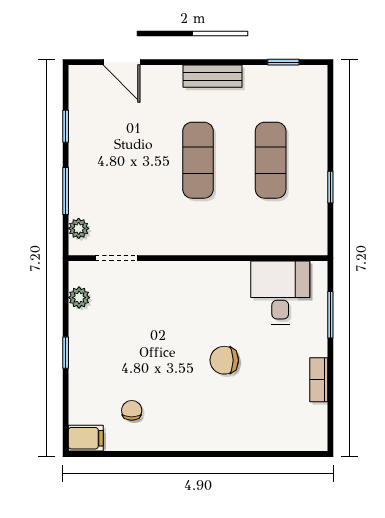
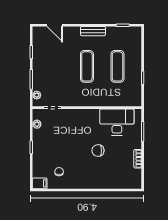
desk: (280, 292) -> (117, 122), width x1.37

